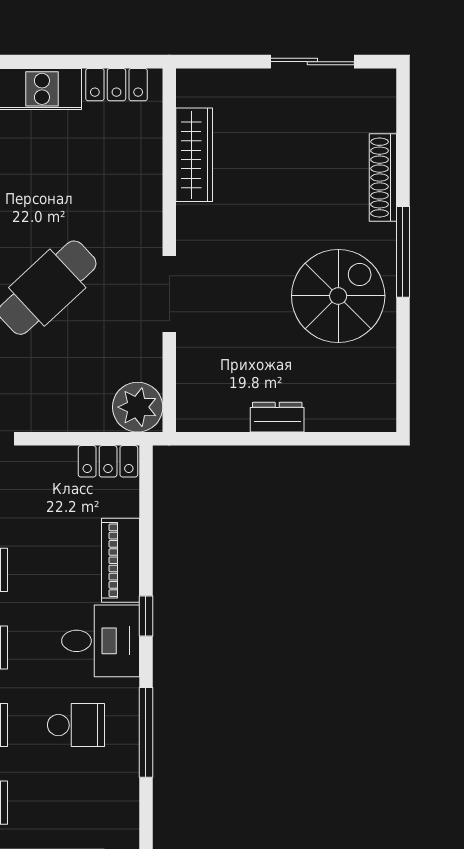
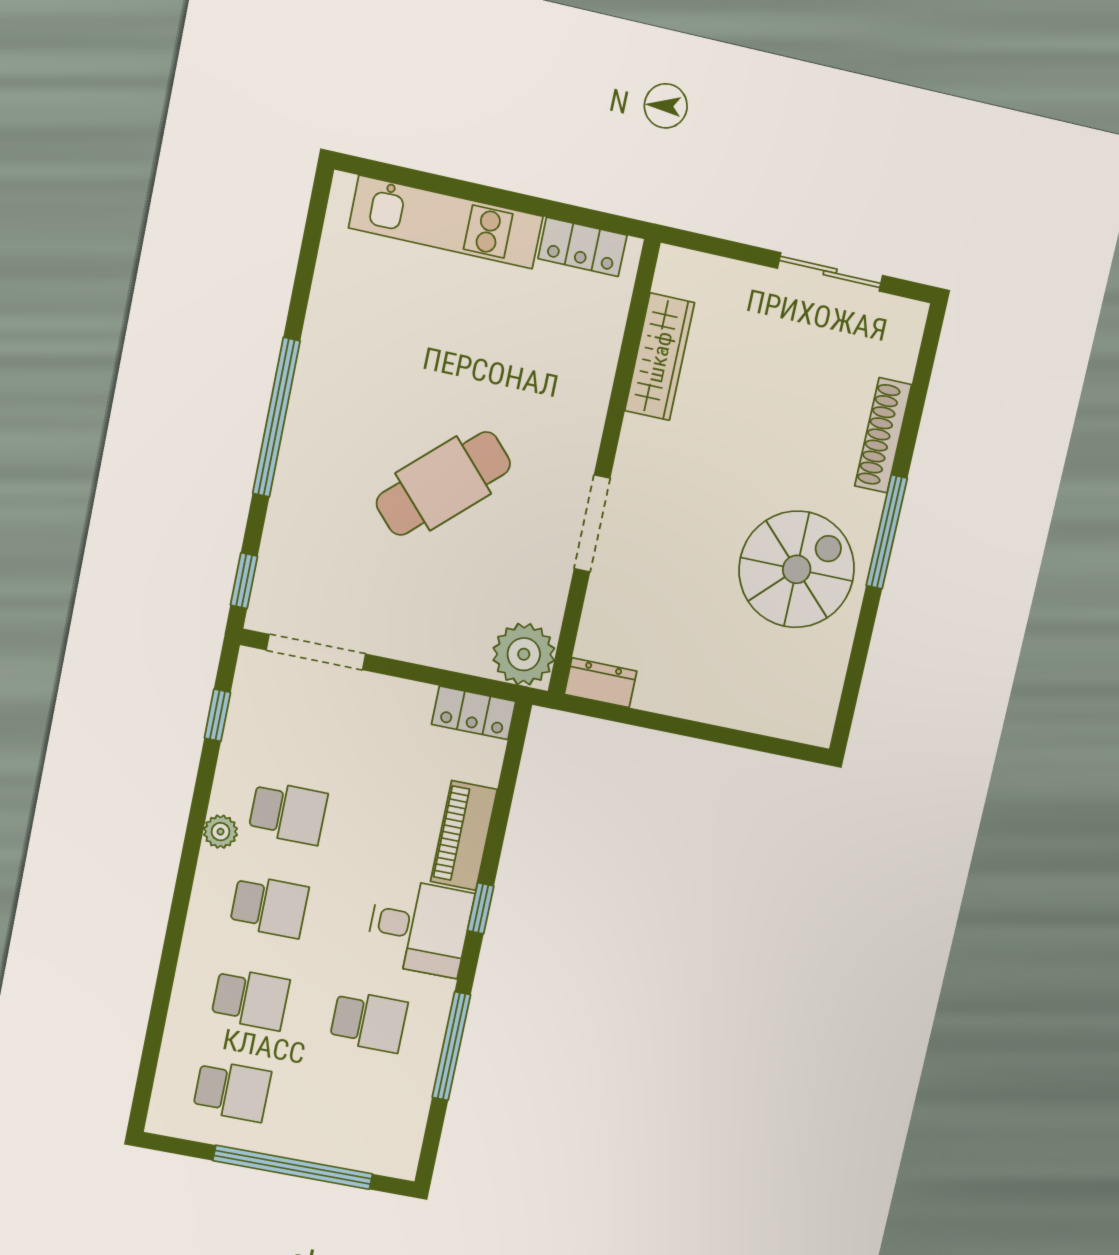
dresser: (277, 417) -> (601, 683), moved

